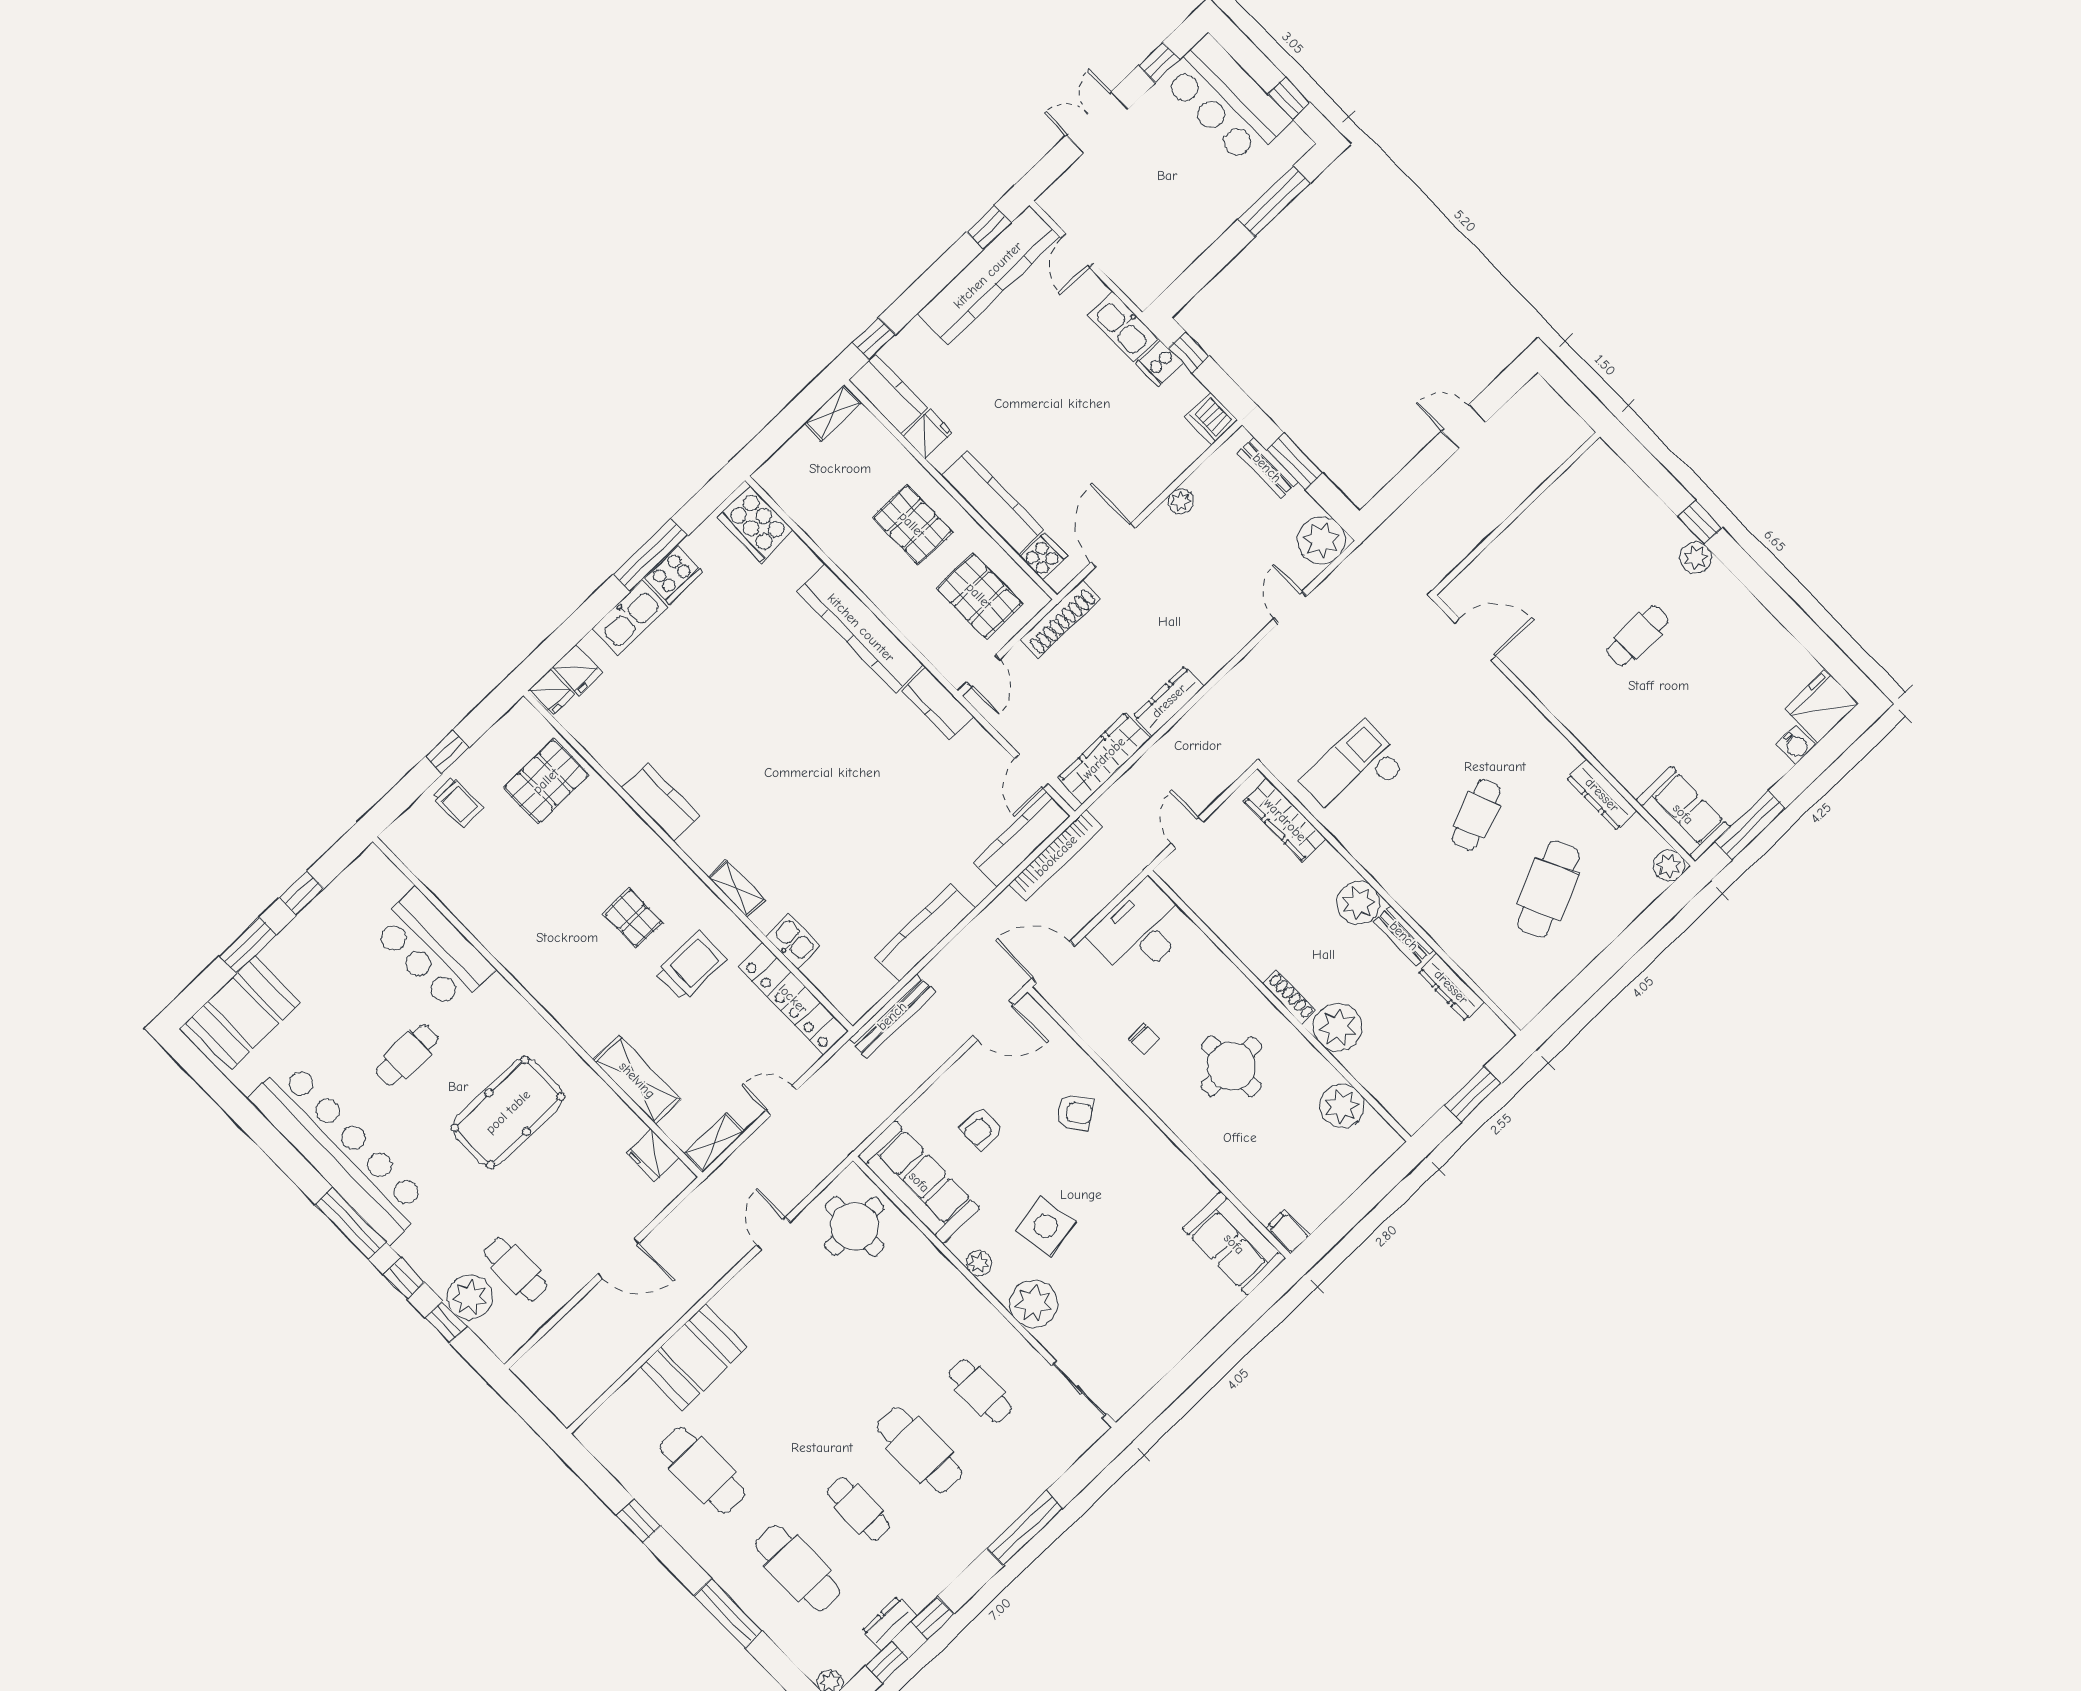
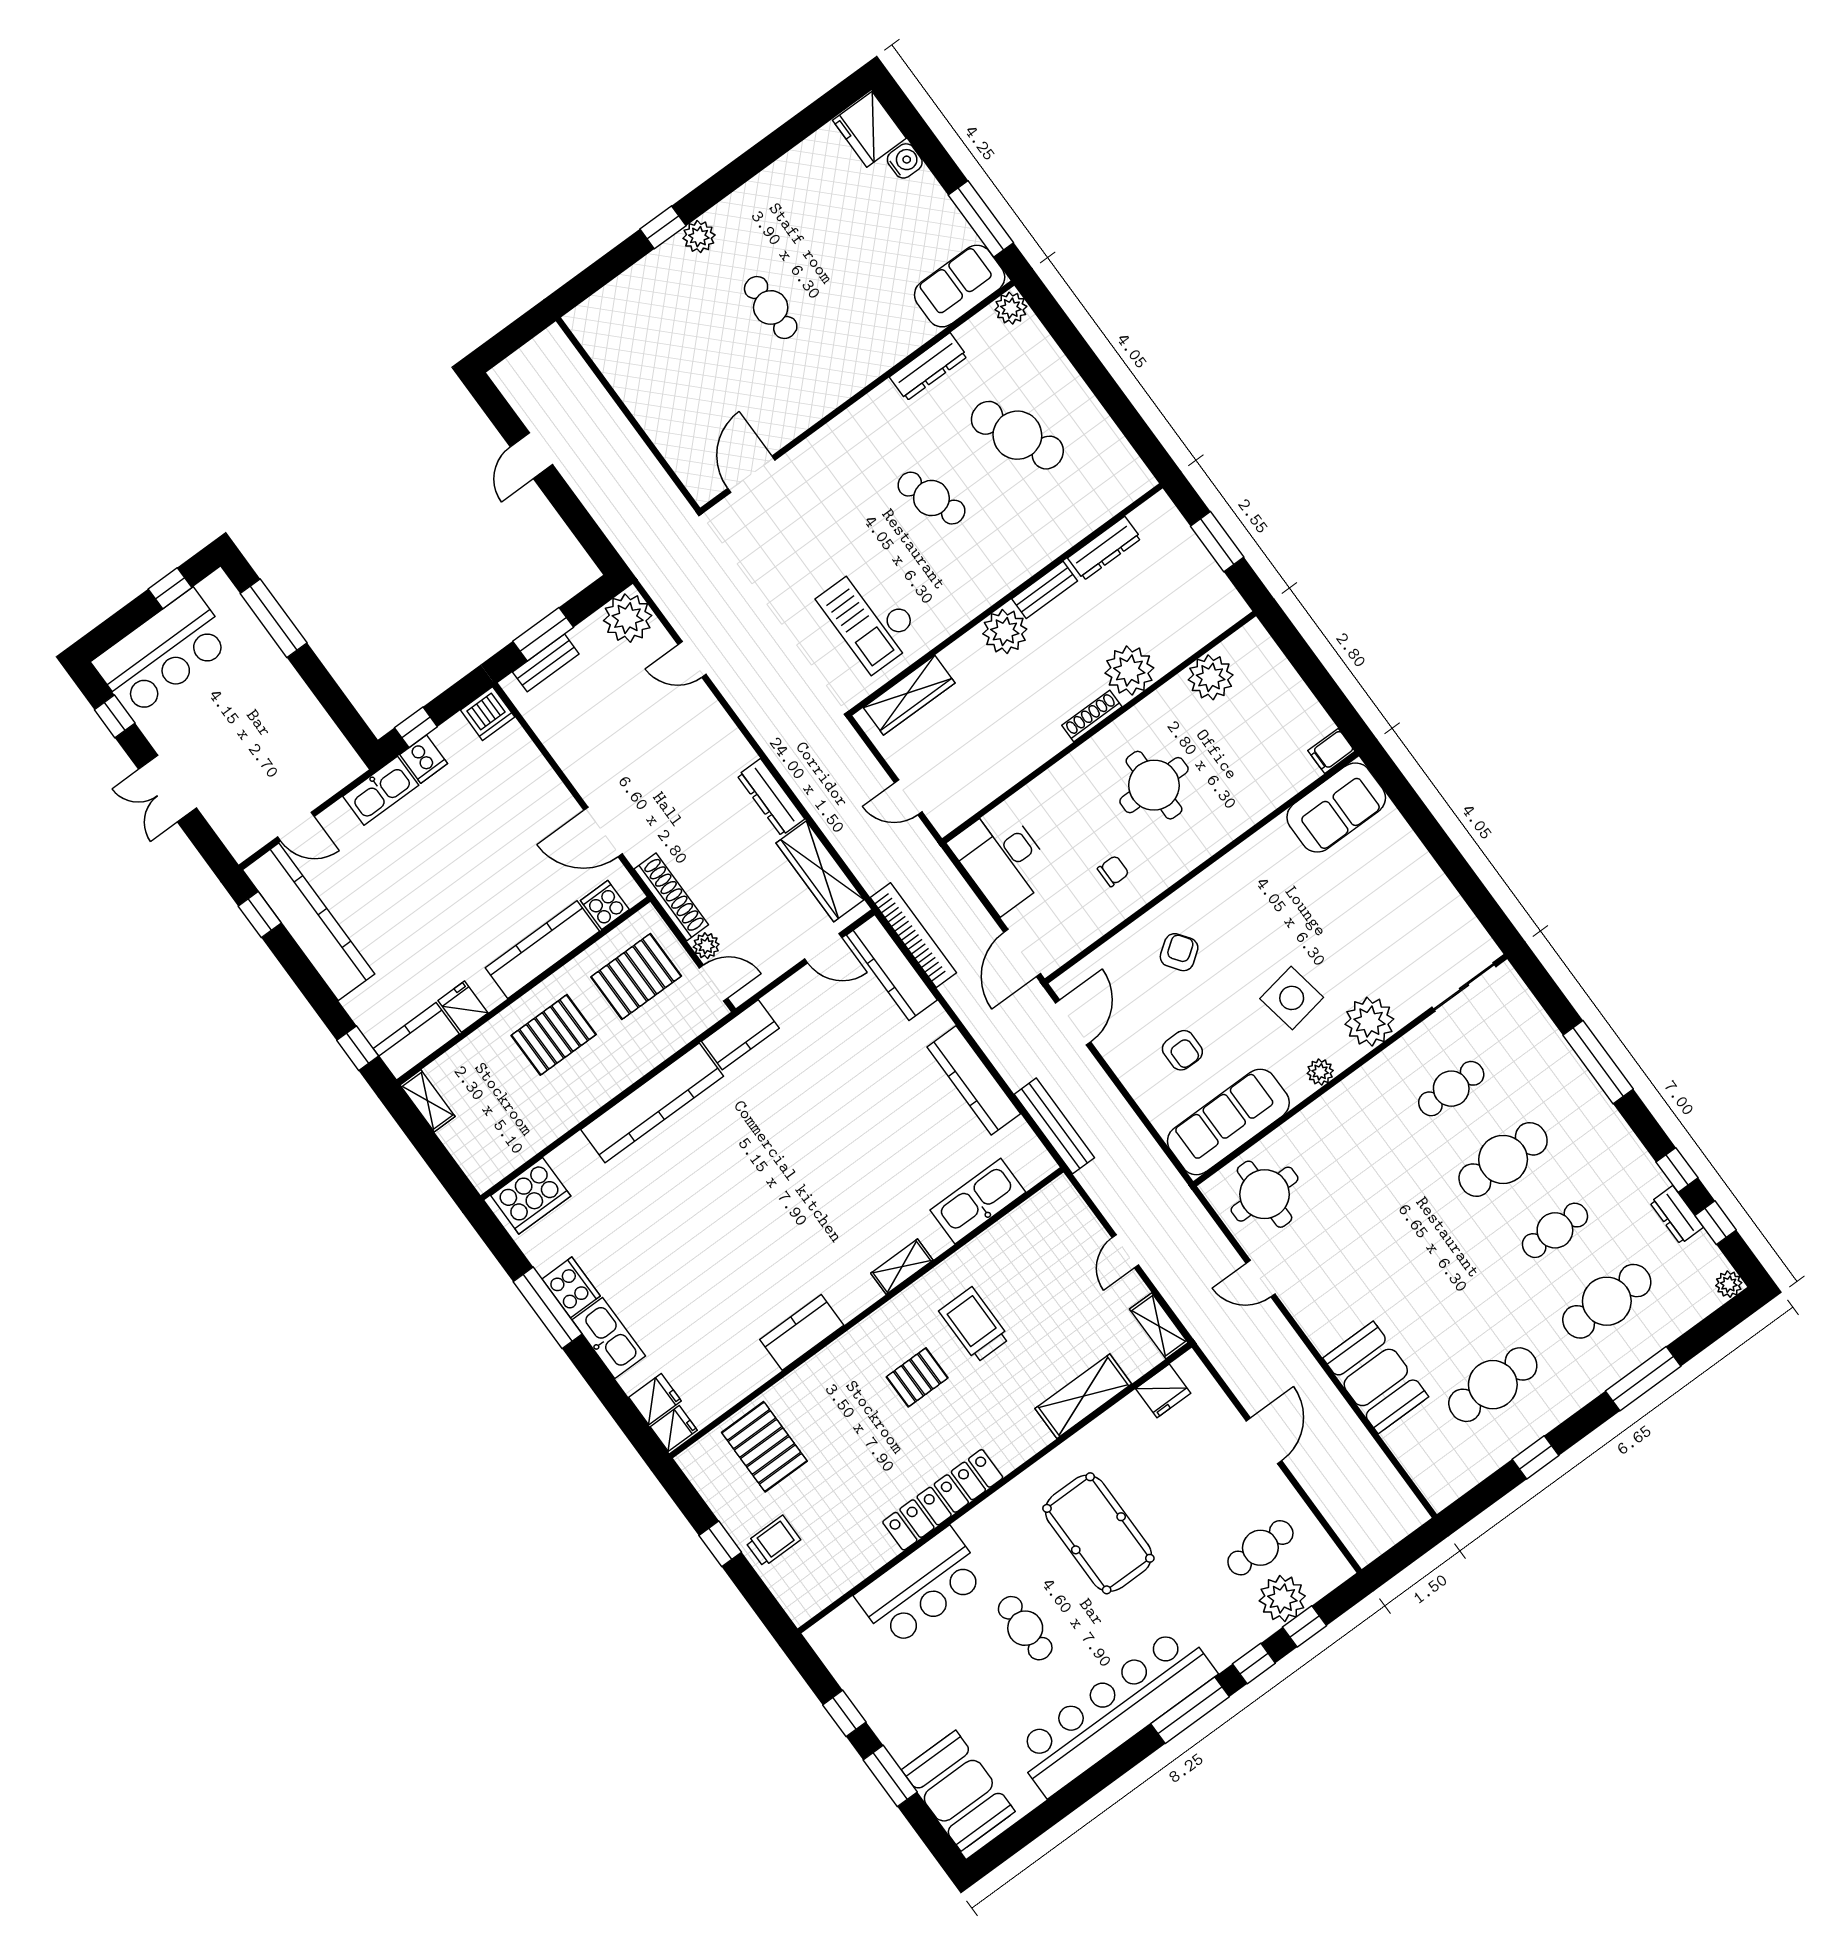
plant: (1181, 501) -> (706, 946), moved
kitchen sink: (793, 941) -> (978, 1201), width x1.88, depth x1.24
locker: (793, 999) -> (943, 1500), moved, turned 180

